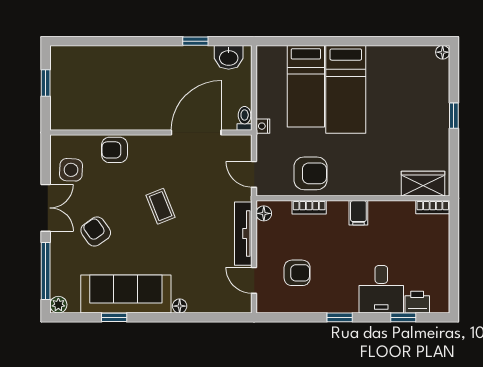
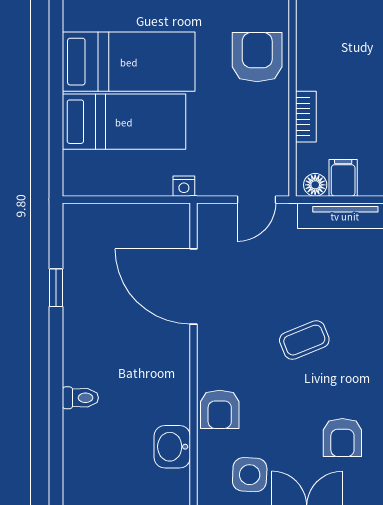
washbasin: (229, 57) -> (172, 447), moved, turned 180
toilet: (245, 118) -> (80, 398), moved, turned 180
armchair: (311, 173) -> (257, 57), moved
filing cabinet: (358, 213) -> (343, 178), moved, turned -90
armchair: (96, 232) -> (342, 438), turned -55

